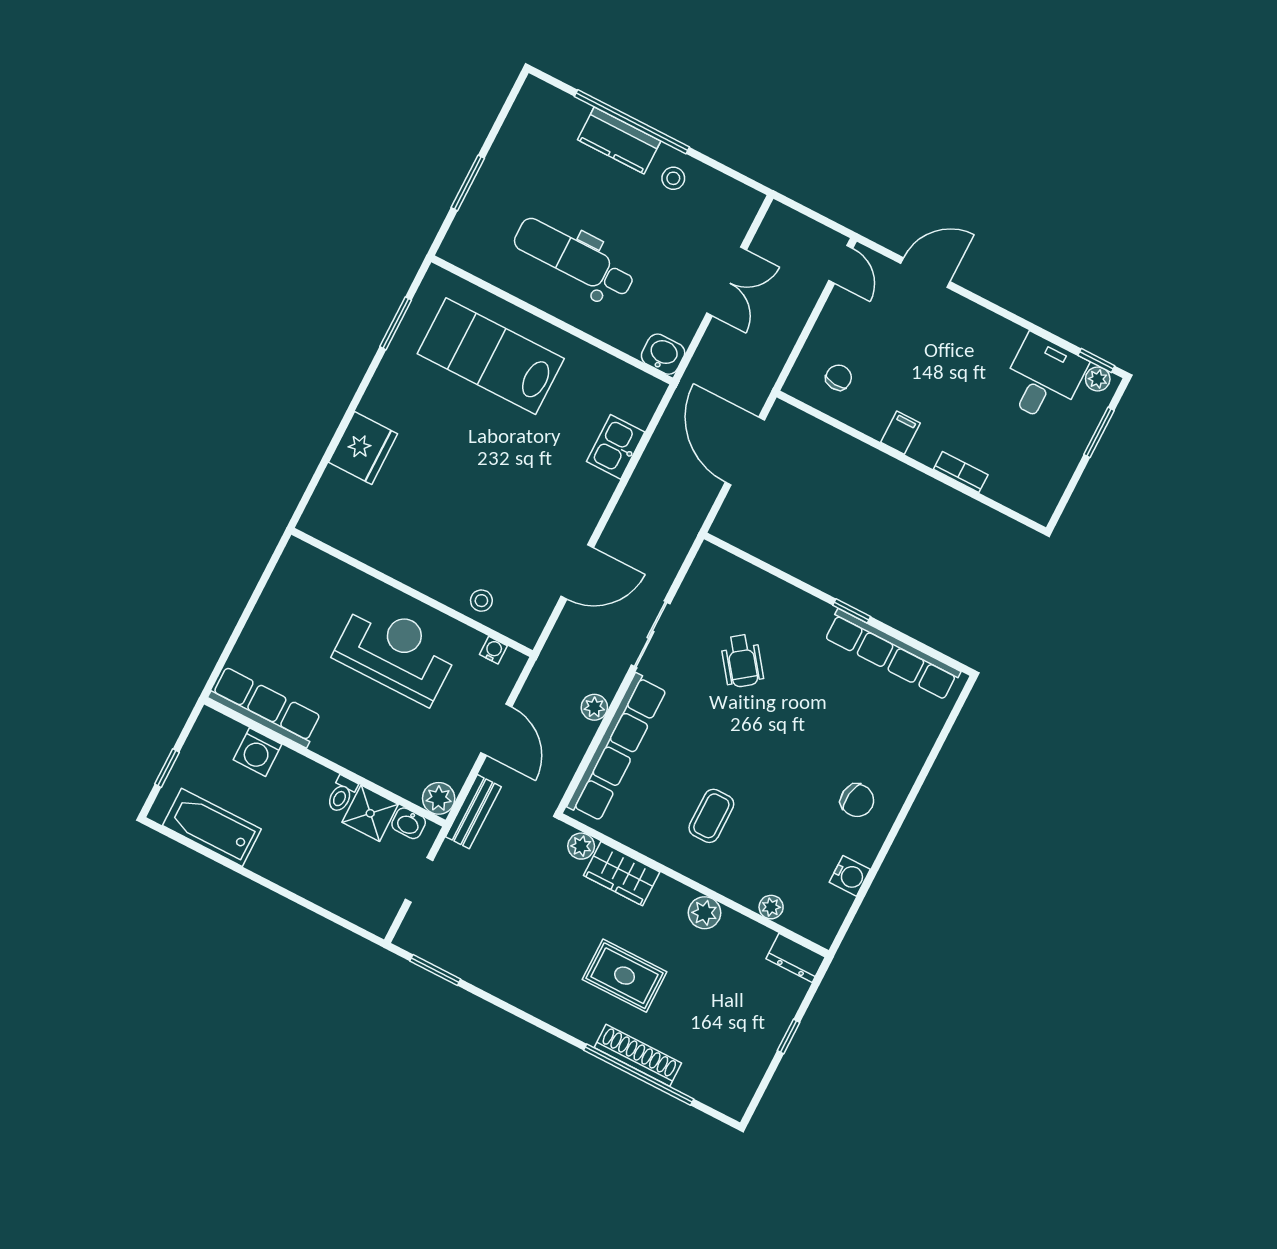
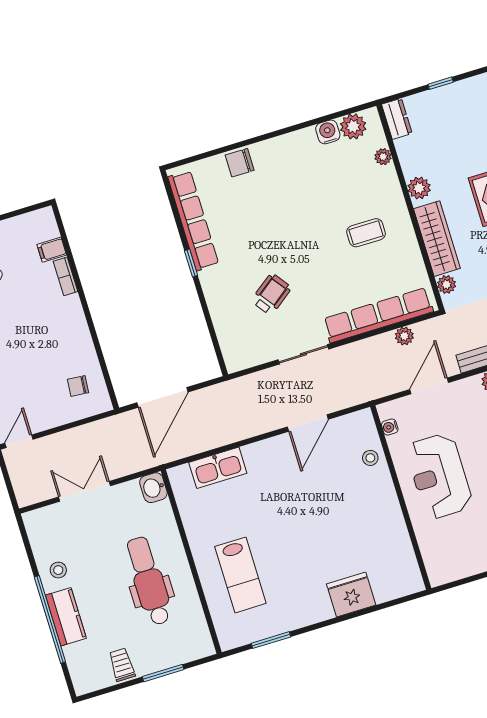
trolley: (516, 150) -> (122, 665), added
dental chair: (574, 258) -> (149, 581), turned 180
lab bench: (491, 356) -> (240, 575), width x0.73, depth x0.72
filing cabinet: (900, 433) -> (52, 250), moved
kitchen sink: (616, 447) -> (218, 468), width x1.38
door: (577, 572) -> (308, 423), swing flipped
plant: (594, 707) -> (404, 336), moved
chair: (857, 800) -> (240, 163), moved, turned -98
wardrobe: (622, 874) -> (437, 239), width x1.50
plant: (831, 907) -> (353, 126), added

